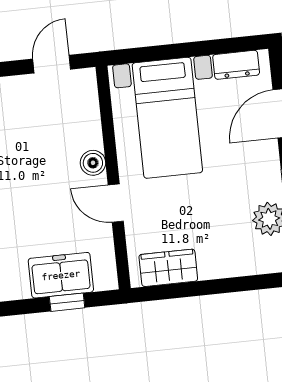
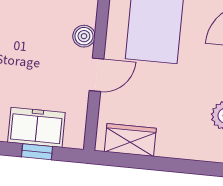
door: (116, 203) -> (97, 75), swing flipped

